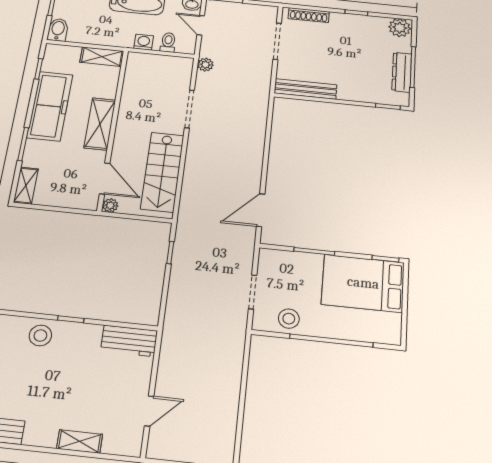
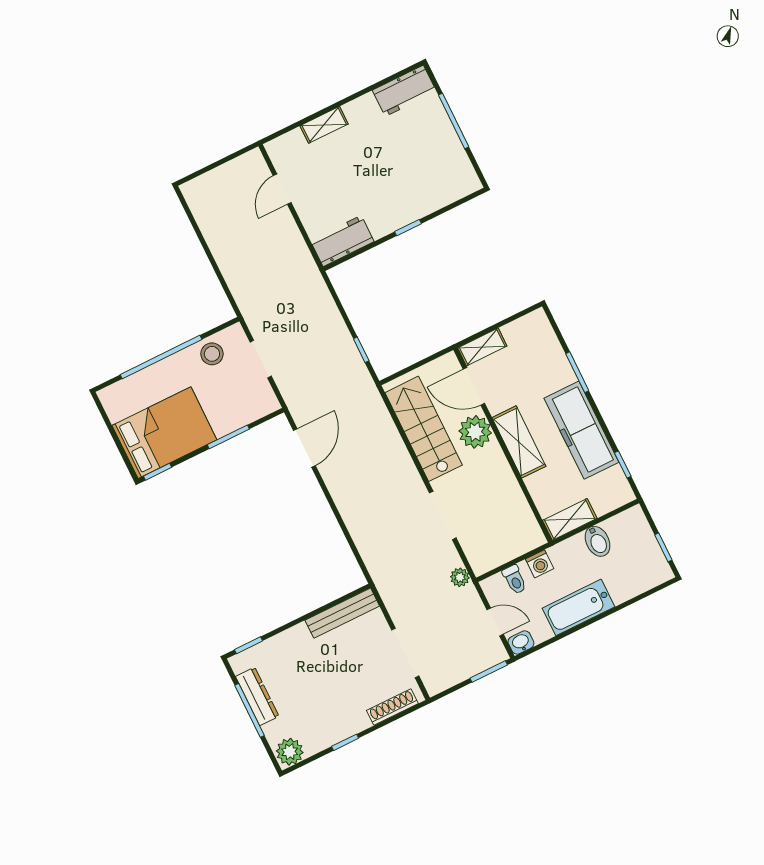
bidet: (58, 30) -> (598, 541), moved
shelving: (26, 186) -> (482, 347), moved, turned 90
plant: (110, 205) -> (475, 432), moved, width x1.88, depth x1.88
stool: (40, 335) -> (424, 195), removed

